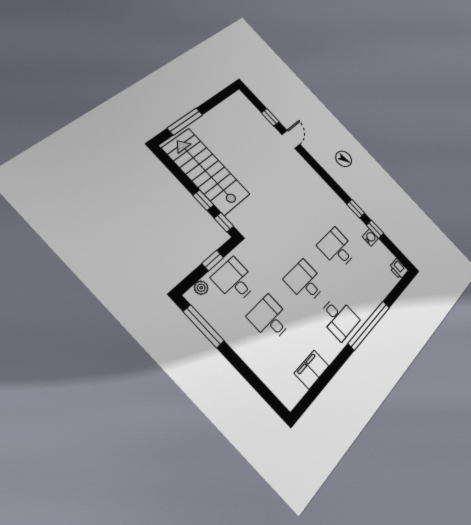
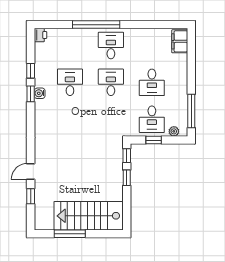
window: (185, 121) -> (70, 234), moved
stairs: (206, 171) -> (88, 216), moved, turned 90
water cooler: (370, 237) -> (40, 93), moved
desk: (337, 248) -> (70, 82), turned 180
desk: (305, 282) -> (111, 82), turned 180
filing cabinet: (312, 370) -> (180, 41), moved, turned 90

